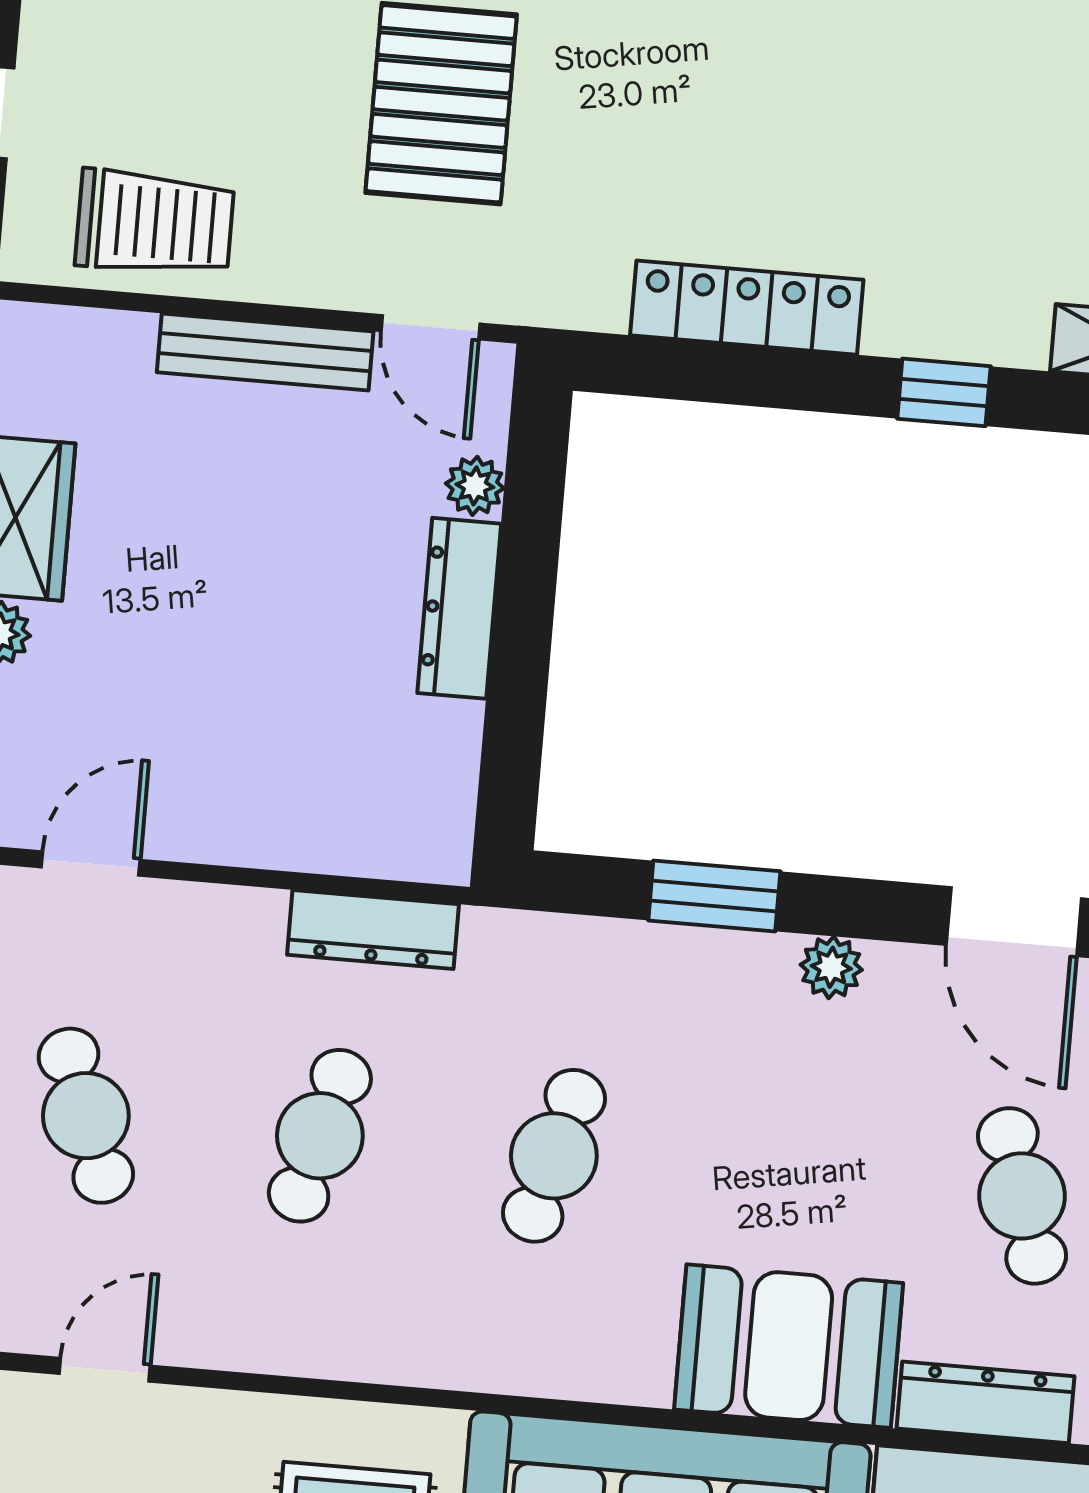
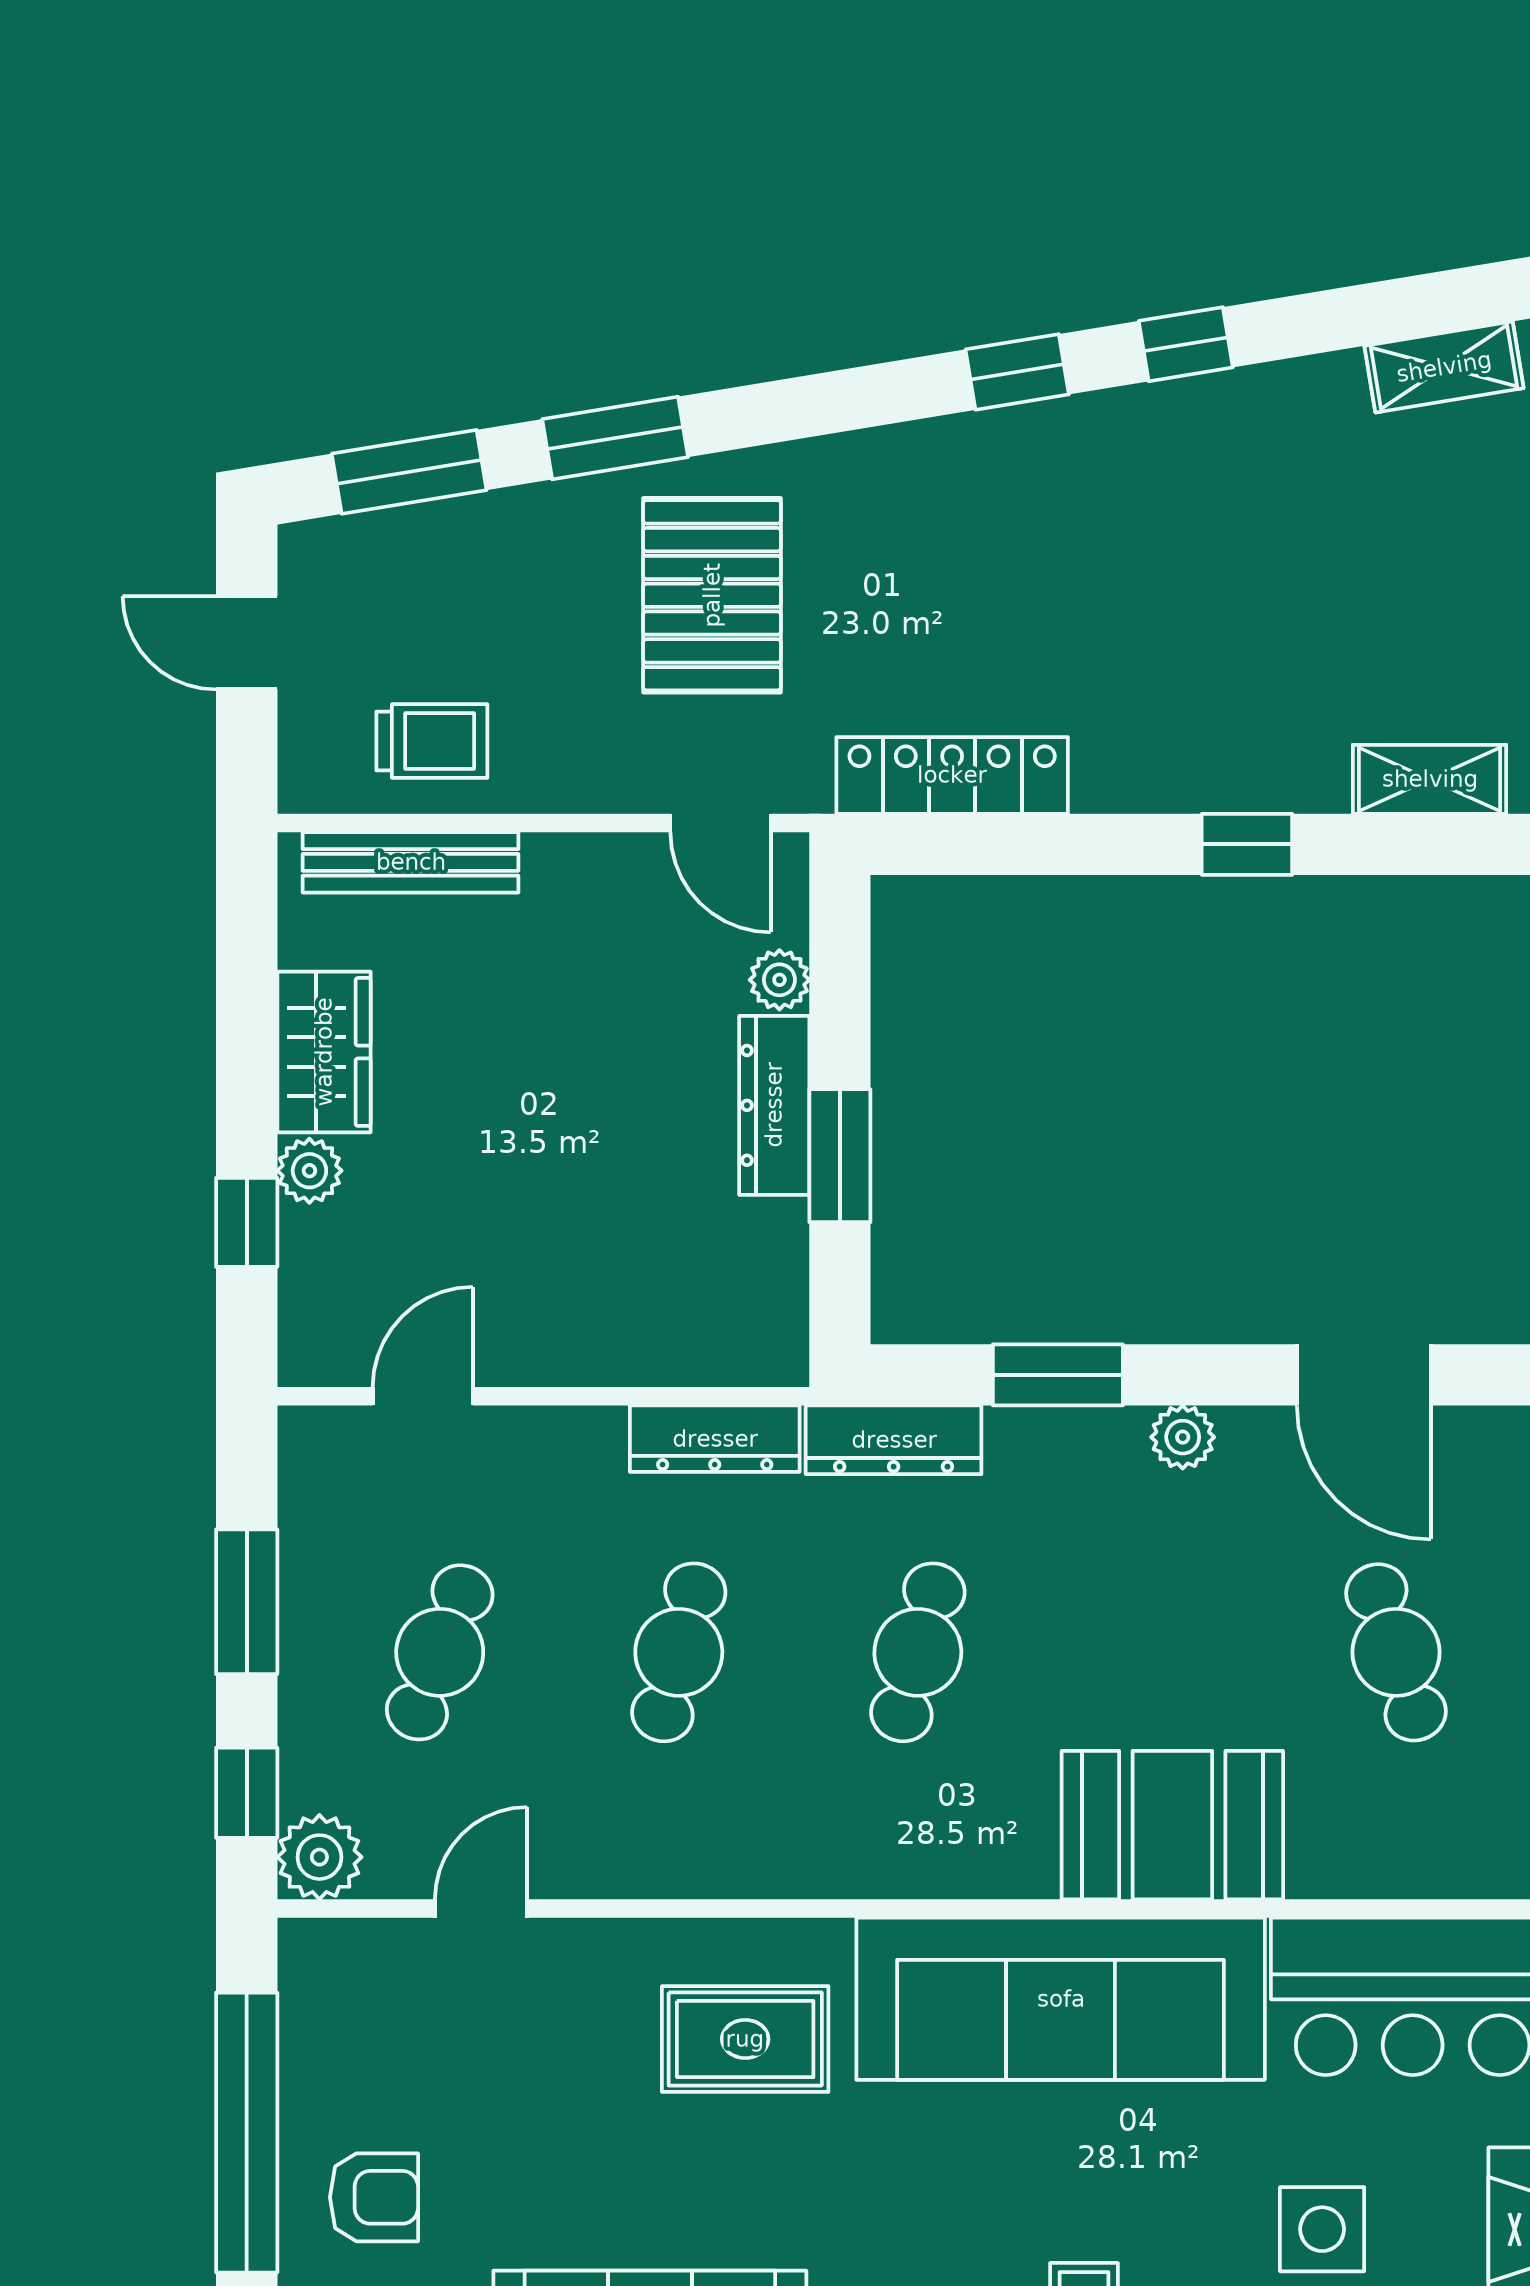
trolley: (155, 223) -> (432, 741), width x0.73, depth x0.72
locker: (747, 308) -> (952, 775), moved
bench: (265, 352) -> (411, 862), moved
window: (519, 663) -> (840, 1156), added
cafe table: (86, 1116) -> (440, 1652), turned 42
dresser: (986, 1402) -> (894, 1440), moved, turned 180

